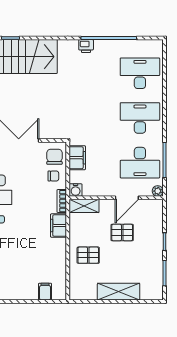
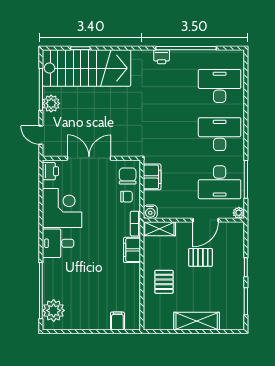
pallet: (88, 255) -> (164, 282), turned 90

